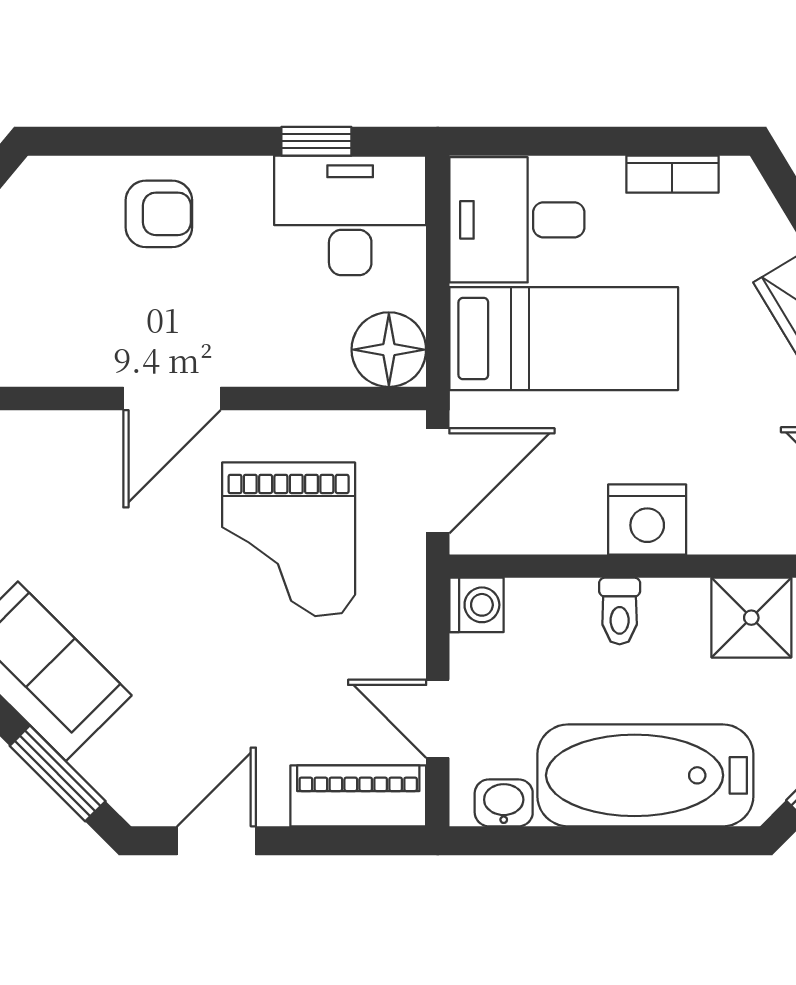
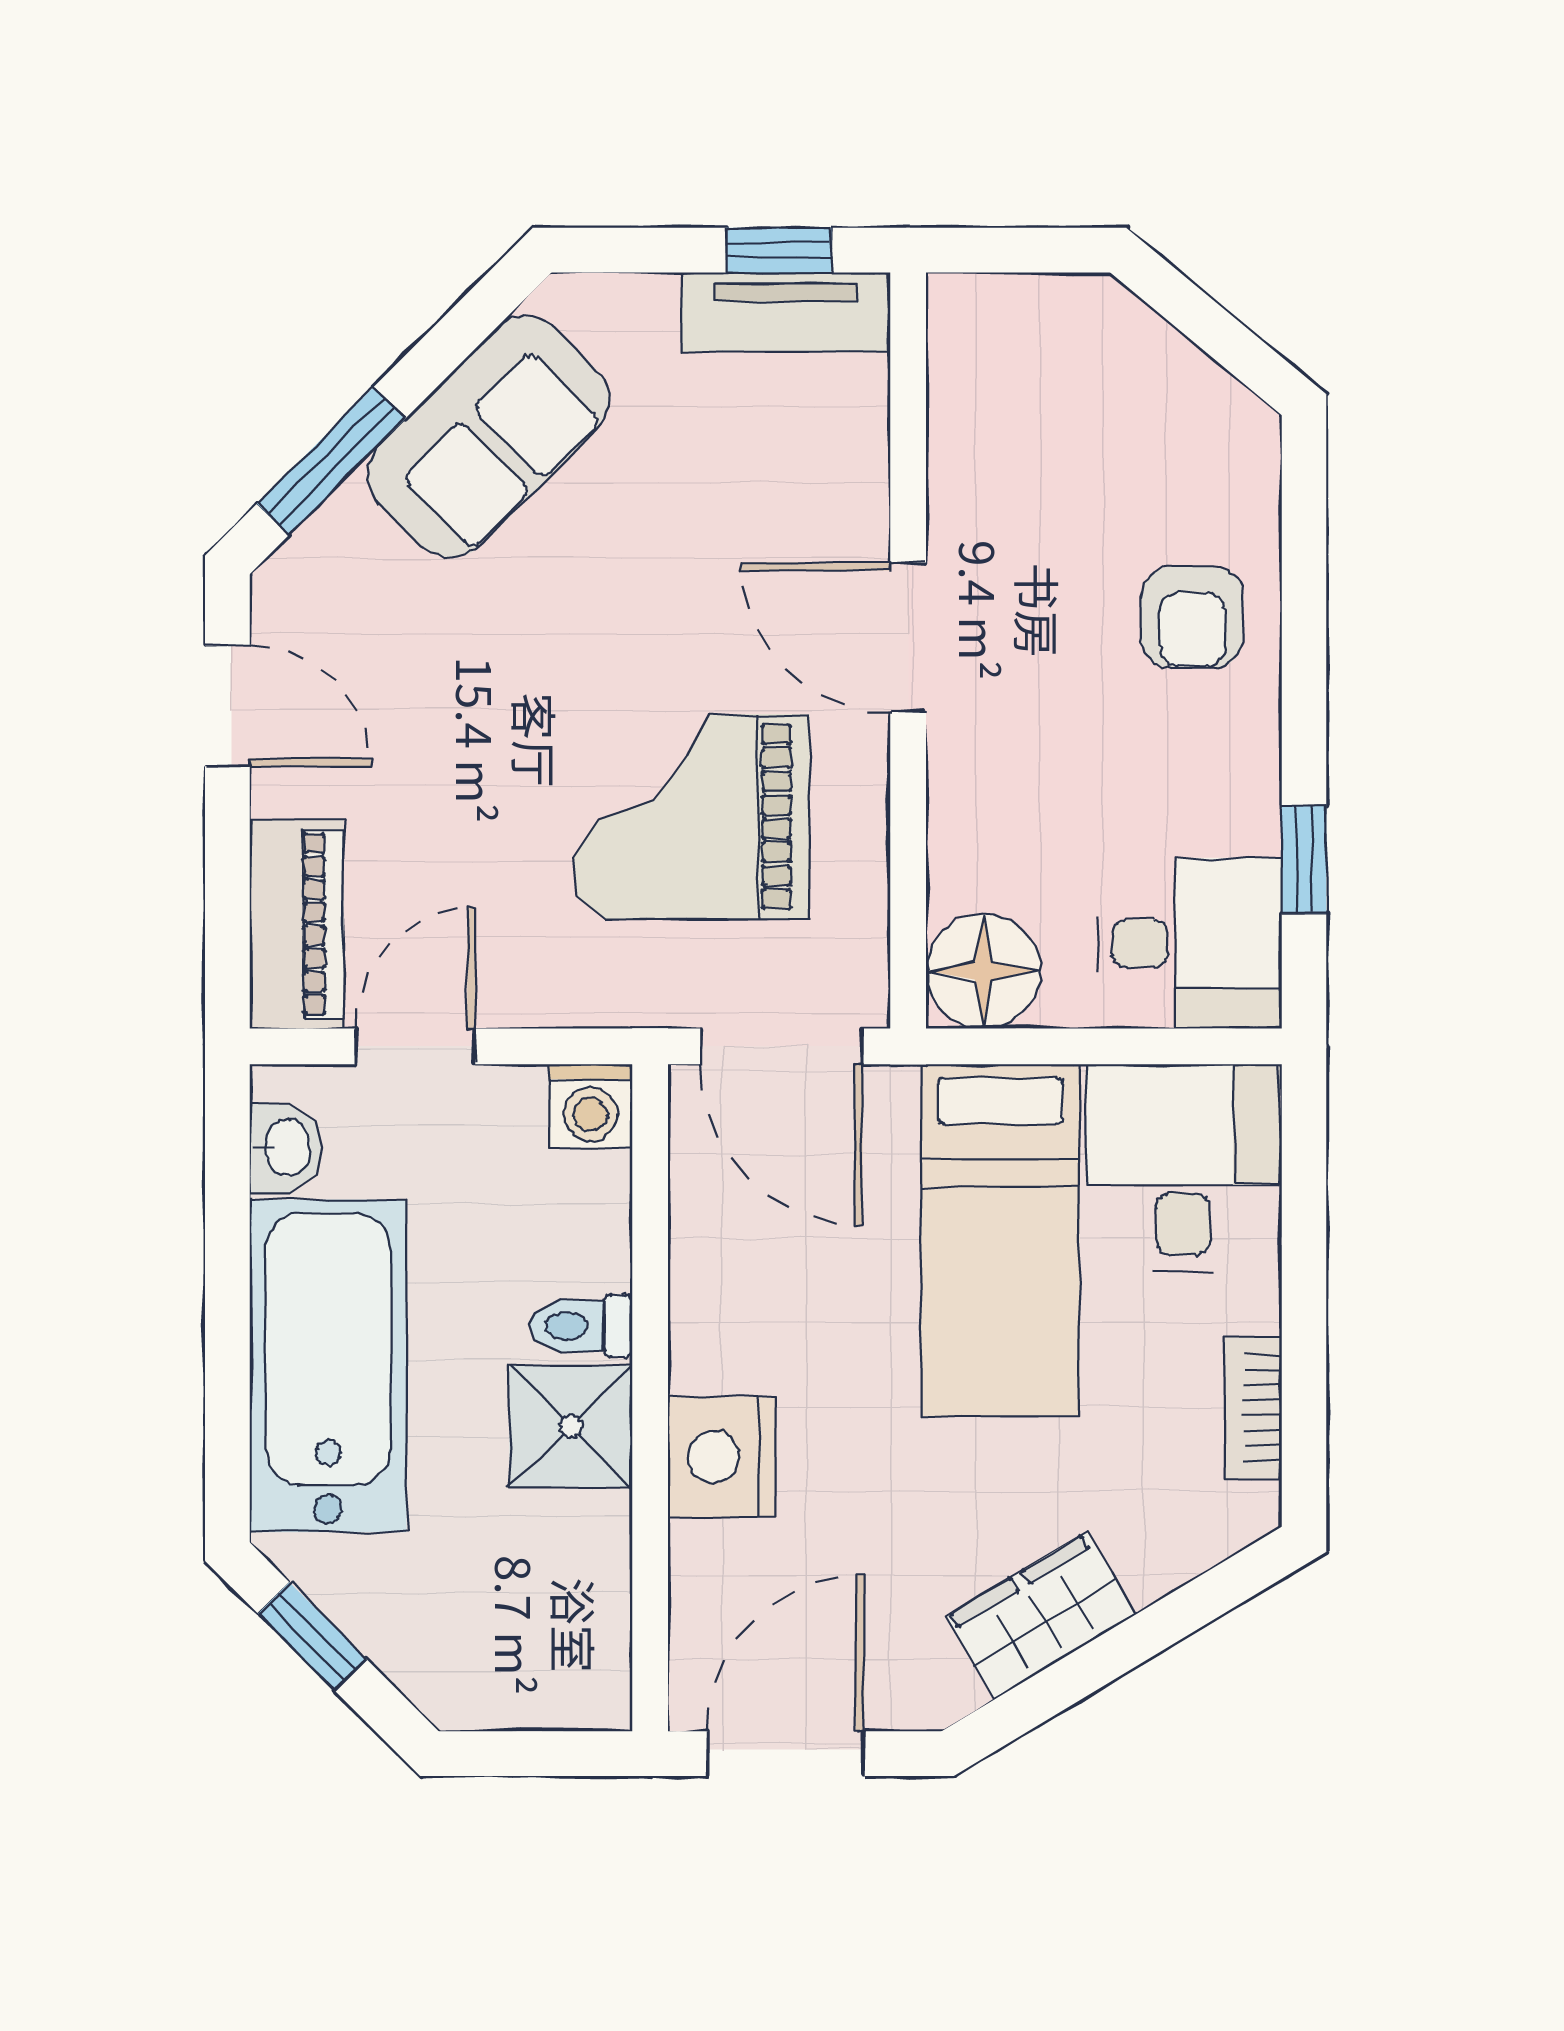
desk: (350, 215) -> (1190, 943), width x0.73
nightstand: (647, 520) -> (722, 1457), moved
shower: (751, 618) -> (571, 1426), moved

